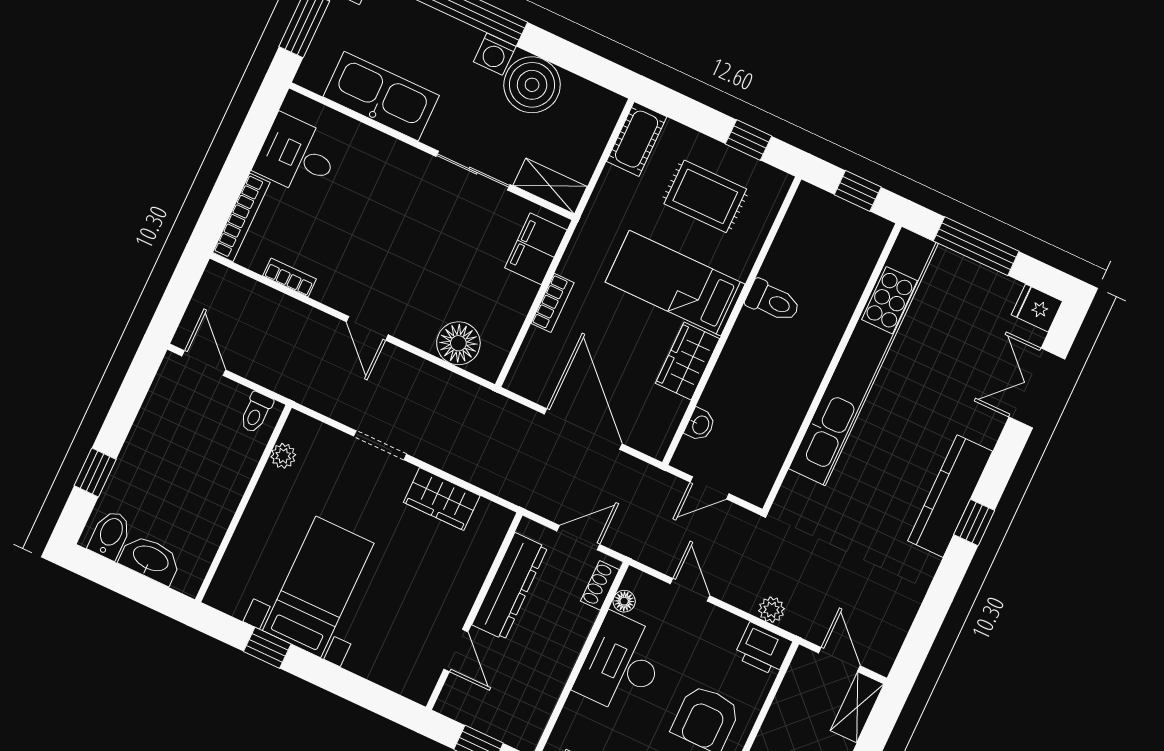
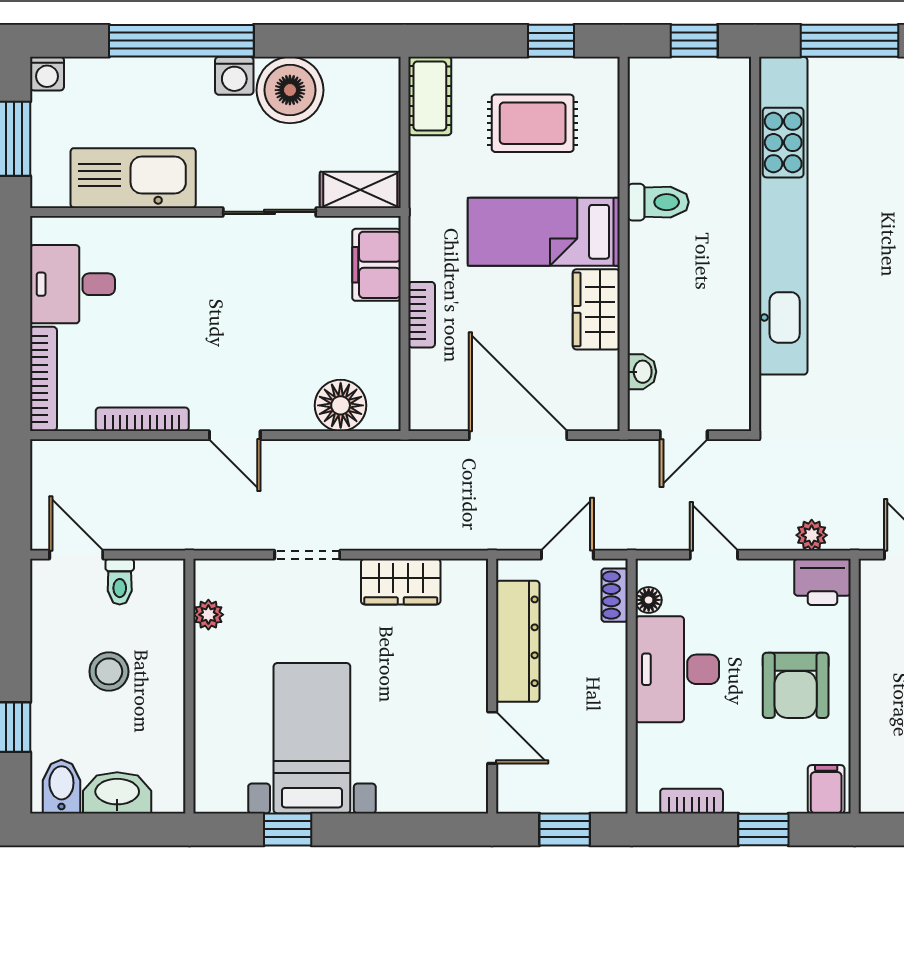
bookcase: (290, 277) -> (142, 419), width x1.56
toilet: (256, 412) -> (120, 582), moved
stool: (187, 464) -> (109, 671), added

